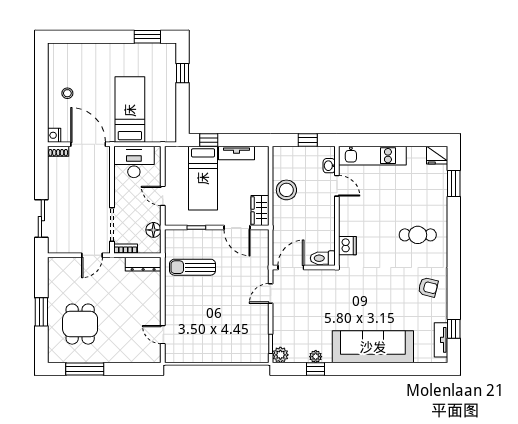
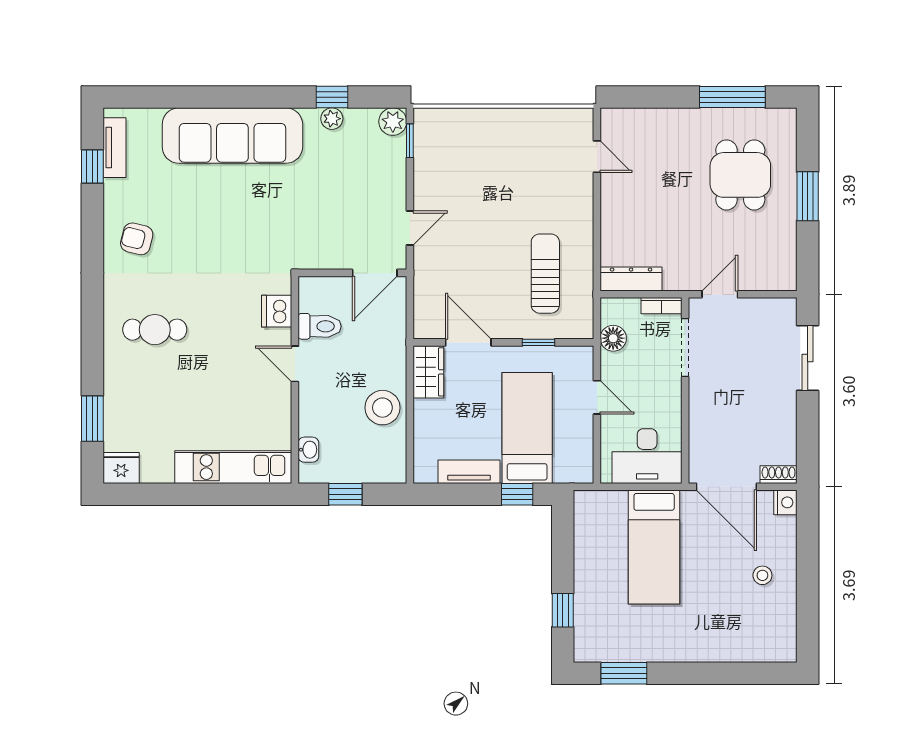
door: (337, 186) -> (295, 364), moved
toilet: (323, 258) -> (320, 326), moved
sun lounger: (193, 267) -> (545, 274), turned -90

